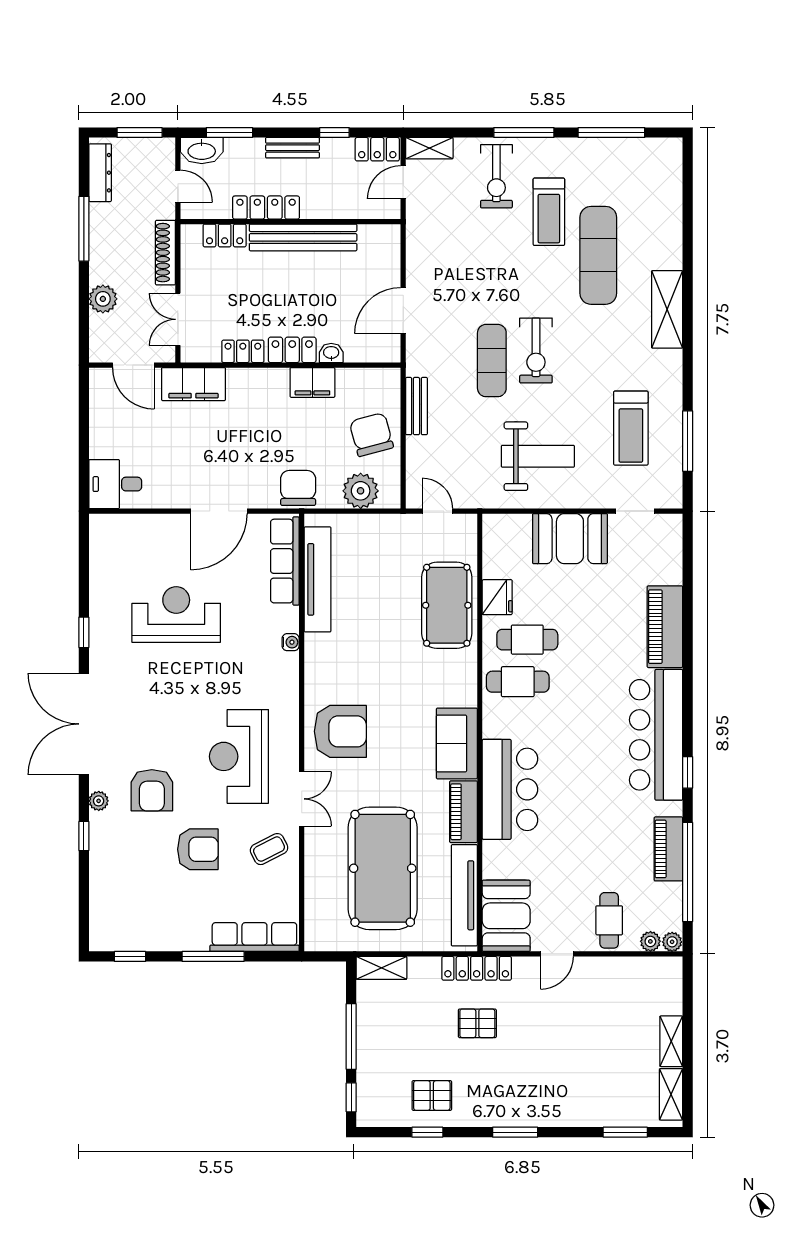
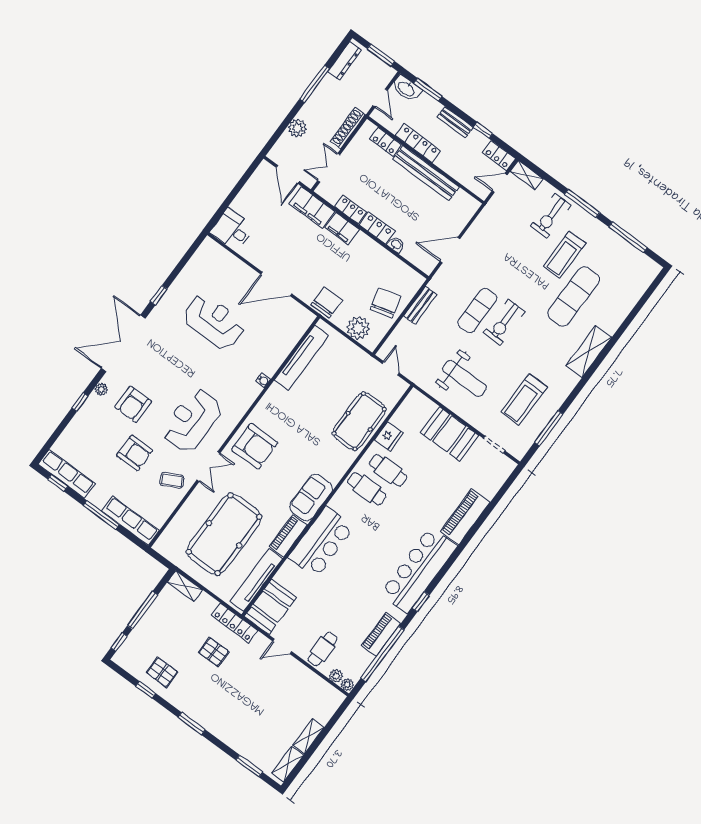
filing cabinet: (312, 382) -> (342, 228), moved
row of seats: (285, 561) -> (67, 474), moved, turned 90

